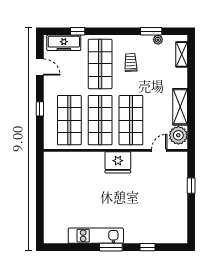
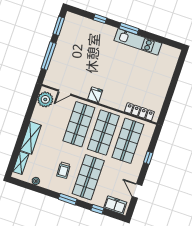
window: (151, 31) -> (68, 199), moved
freezer: (64, 43) -> (115, 205), width x0.71
shelving: (180, 107) -> (31, 138), moved
locker: (67, 157) -> (139, 112), added
fridge: (118, 162) -> (95, 95), width x0.53, depth x0.75
window: (191, 186) -> (49, 56), width x2.17
window: (191, 223) -> (59, 26), added

